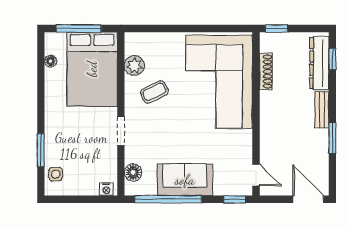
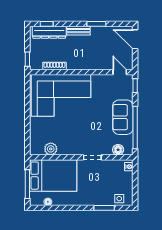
coffee table: (154, 92) -> (67, 136), removed
door: (256, 175) -> (120, 72), hinge flipped
door: (308, 199) -> (135, 39), hinge flipped

